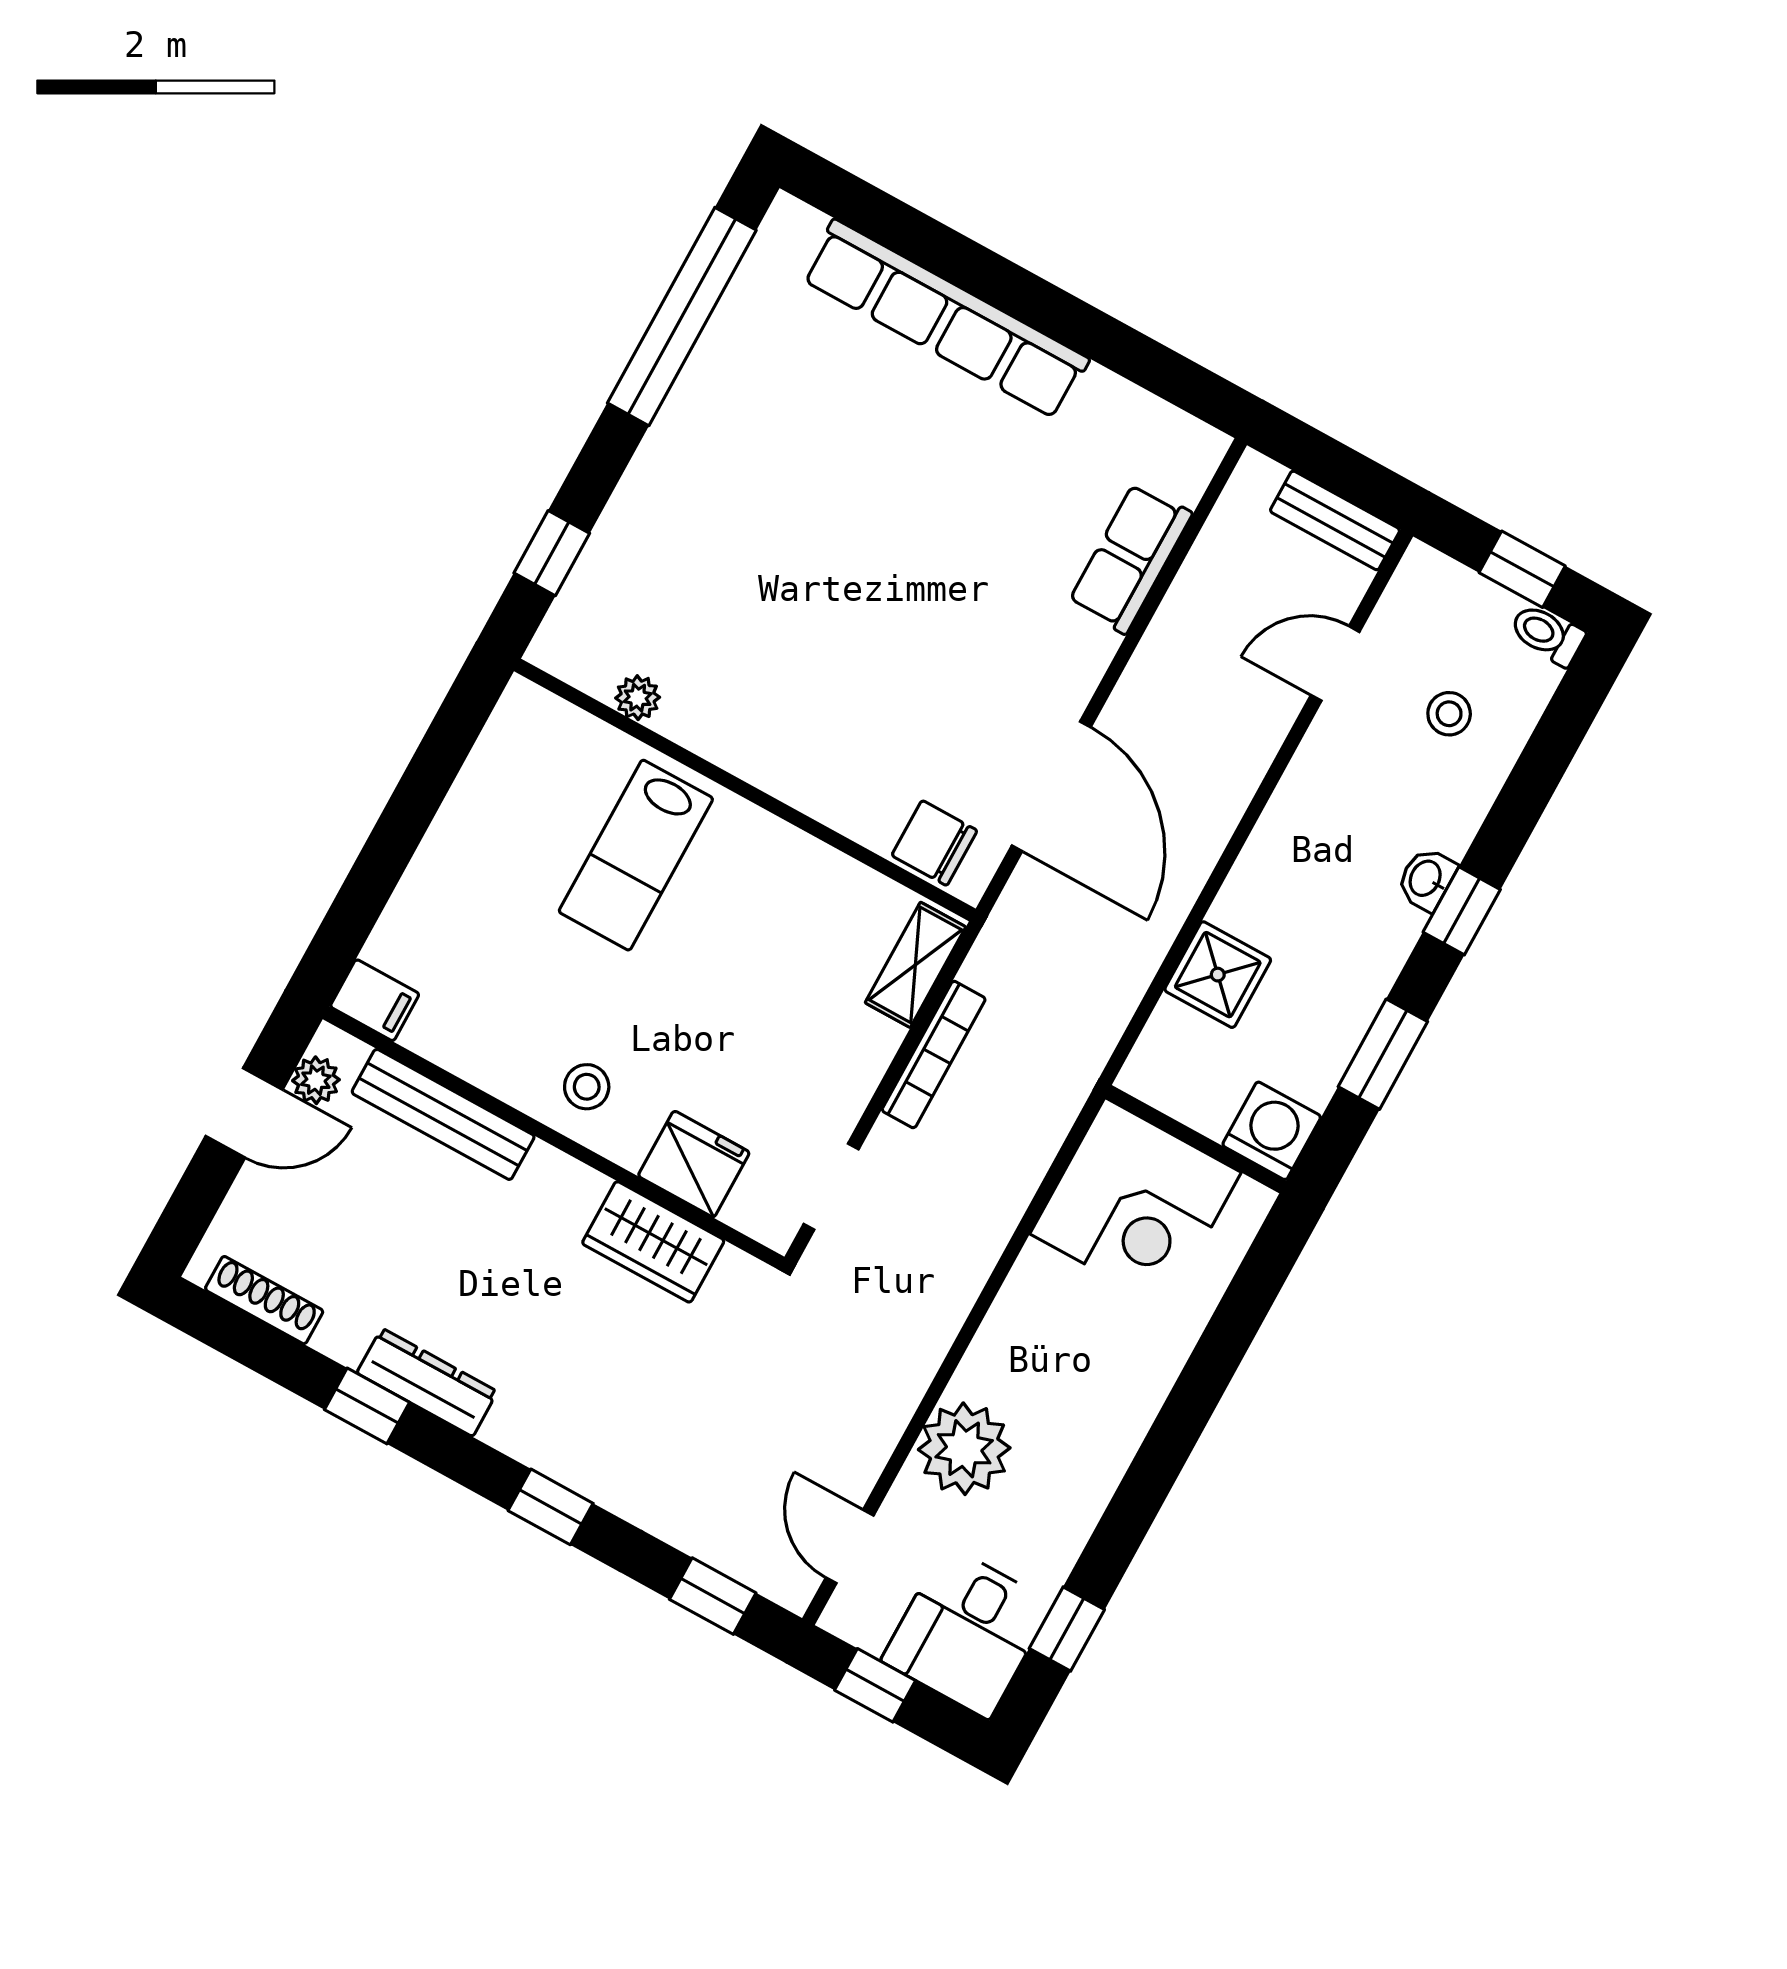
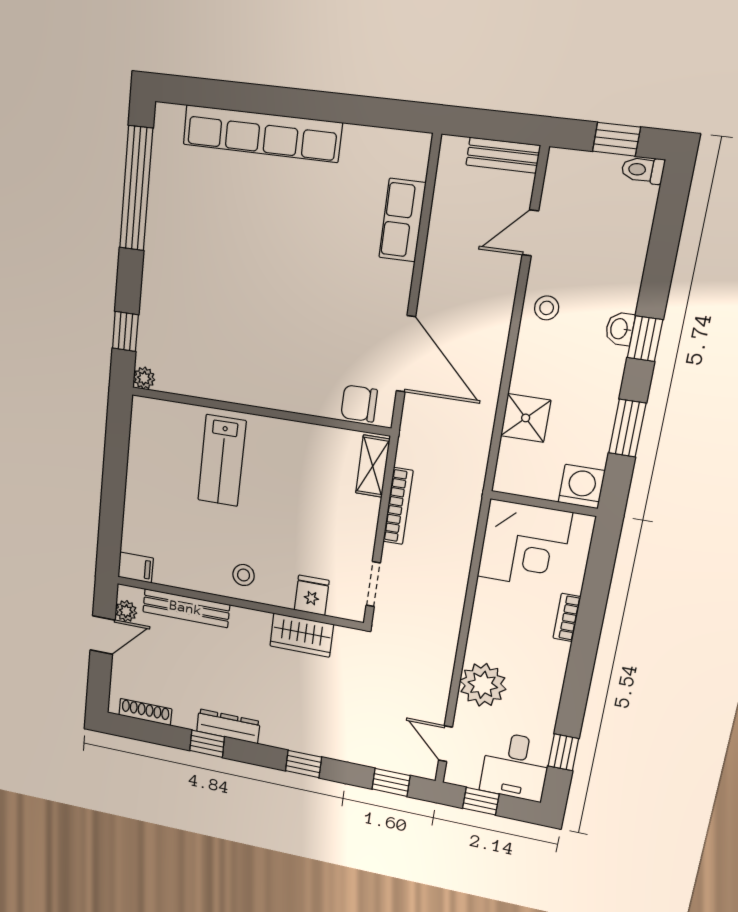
plant: (638, 698) -> (144, 378), moved
stool: (1449, 714) -> (547, 308), moved
fridge: (694, 1164) -> (312, 595), width x0.72
bookcase: (1164, 1365) -> (567, 618), added

